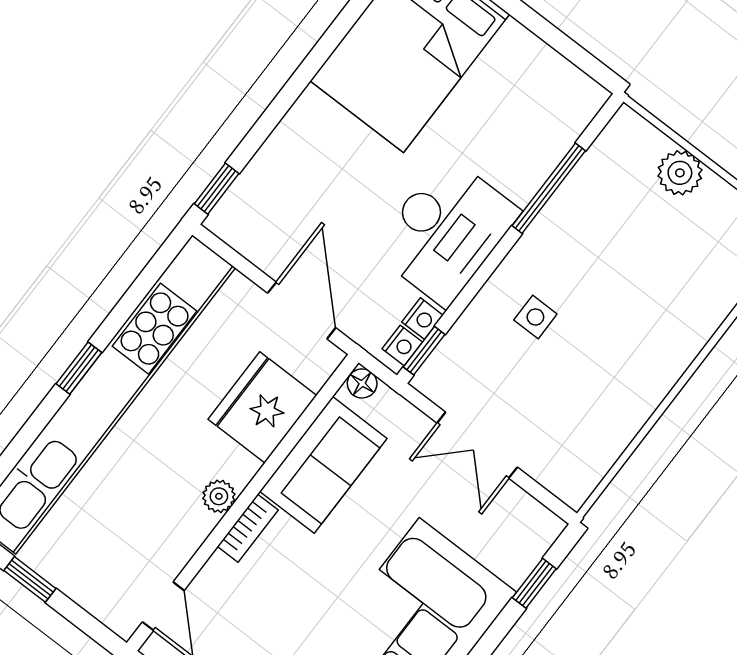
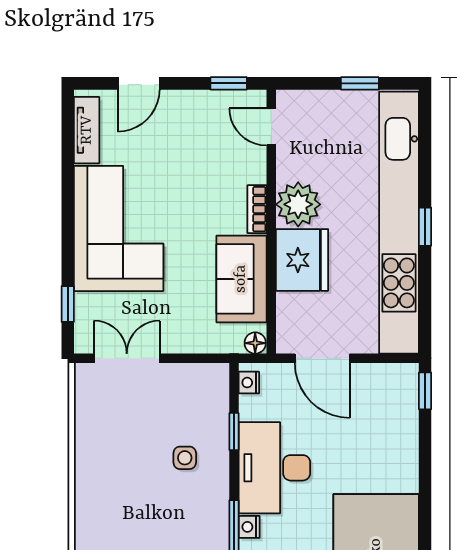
nightstand: (422, 319) -> (249, 527), moved
window: (424, 351) -> (234, 432), moved
fridge: (262, 407) -> (302, 260), moved
double door: (477, 445) -> (127, 358), moved
plant: (219, 496) -> (298, 204), width x1.88, depth x1.88

